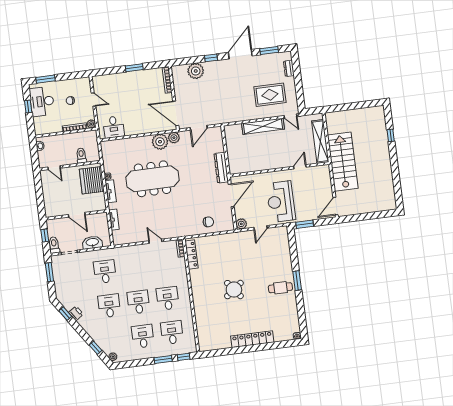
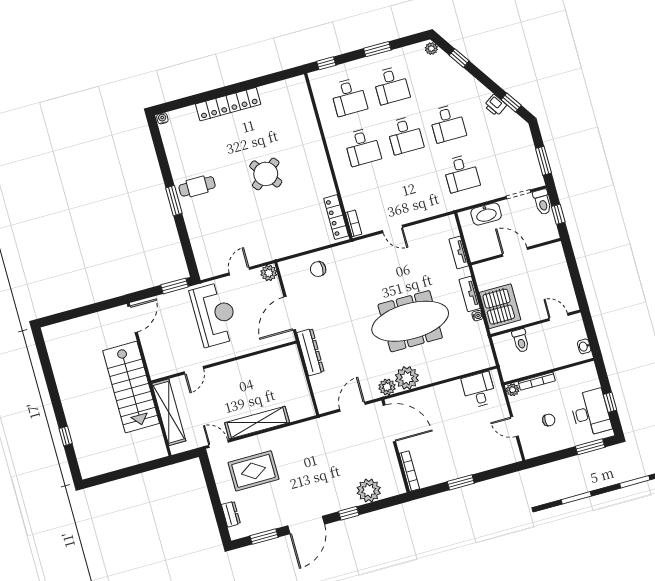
window: (163, 360) -> (377, 49), moved

